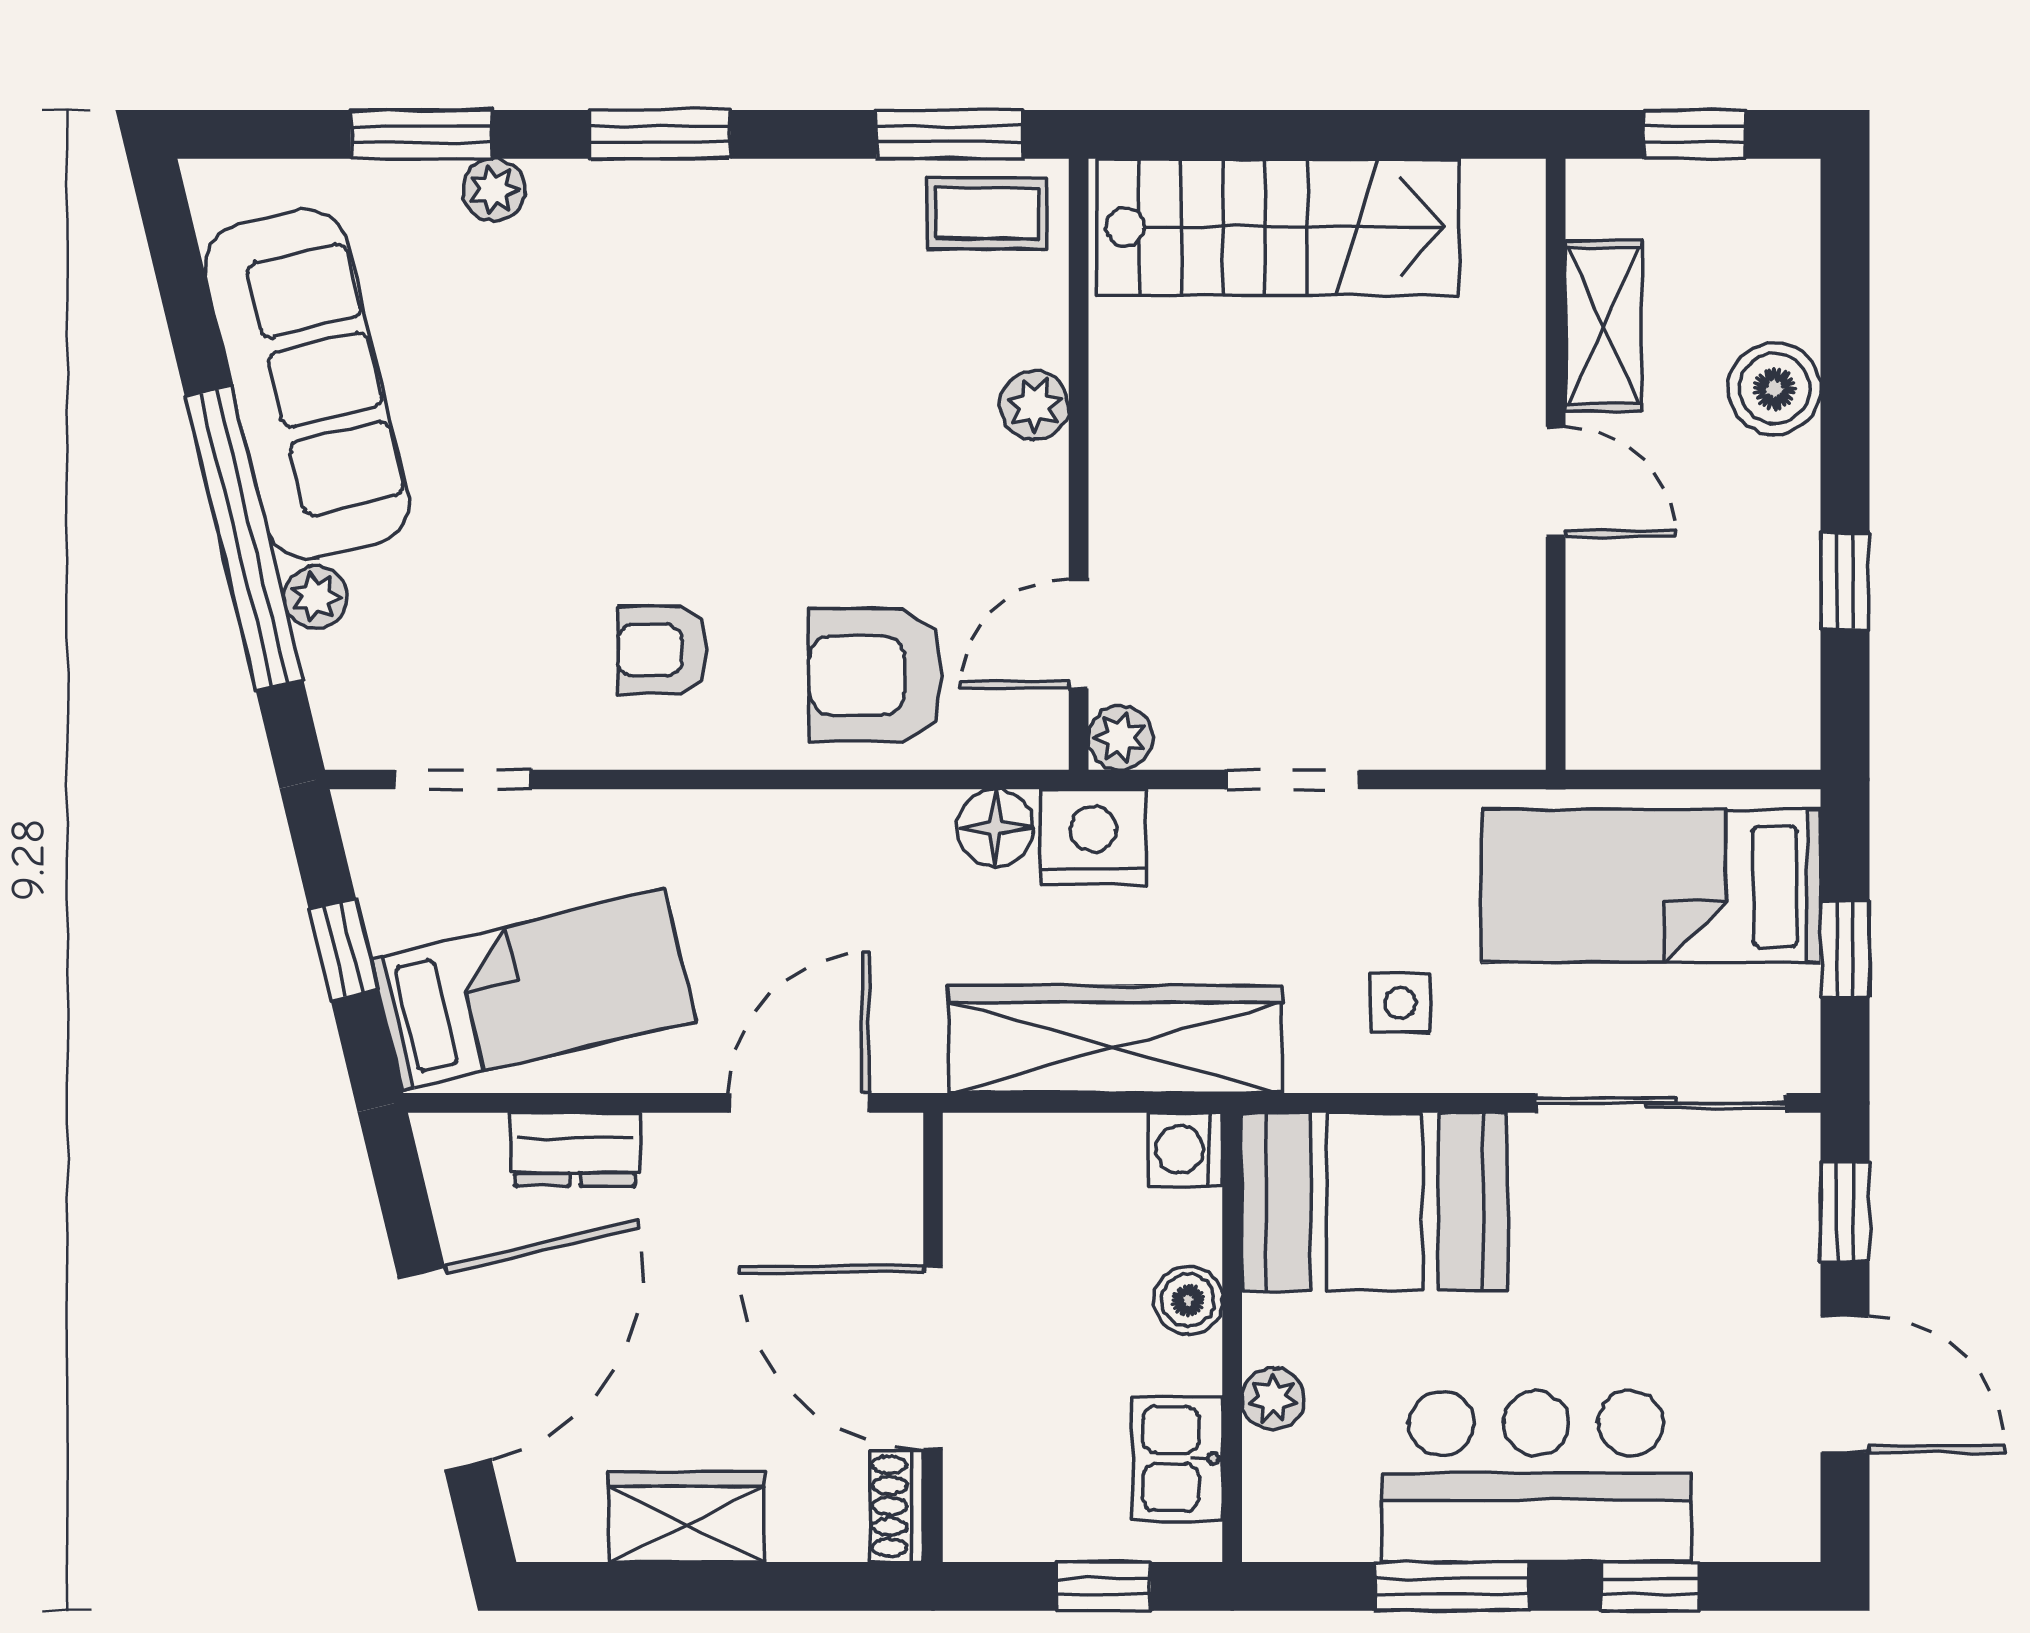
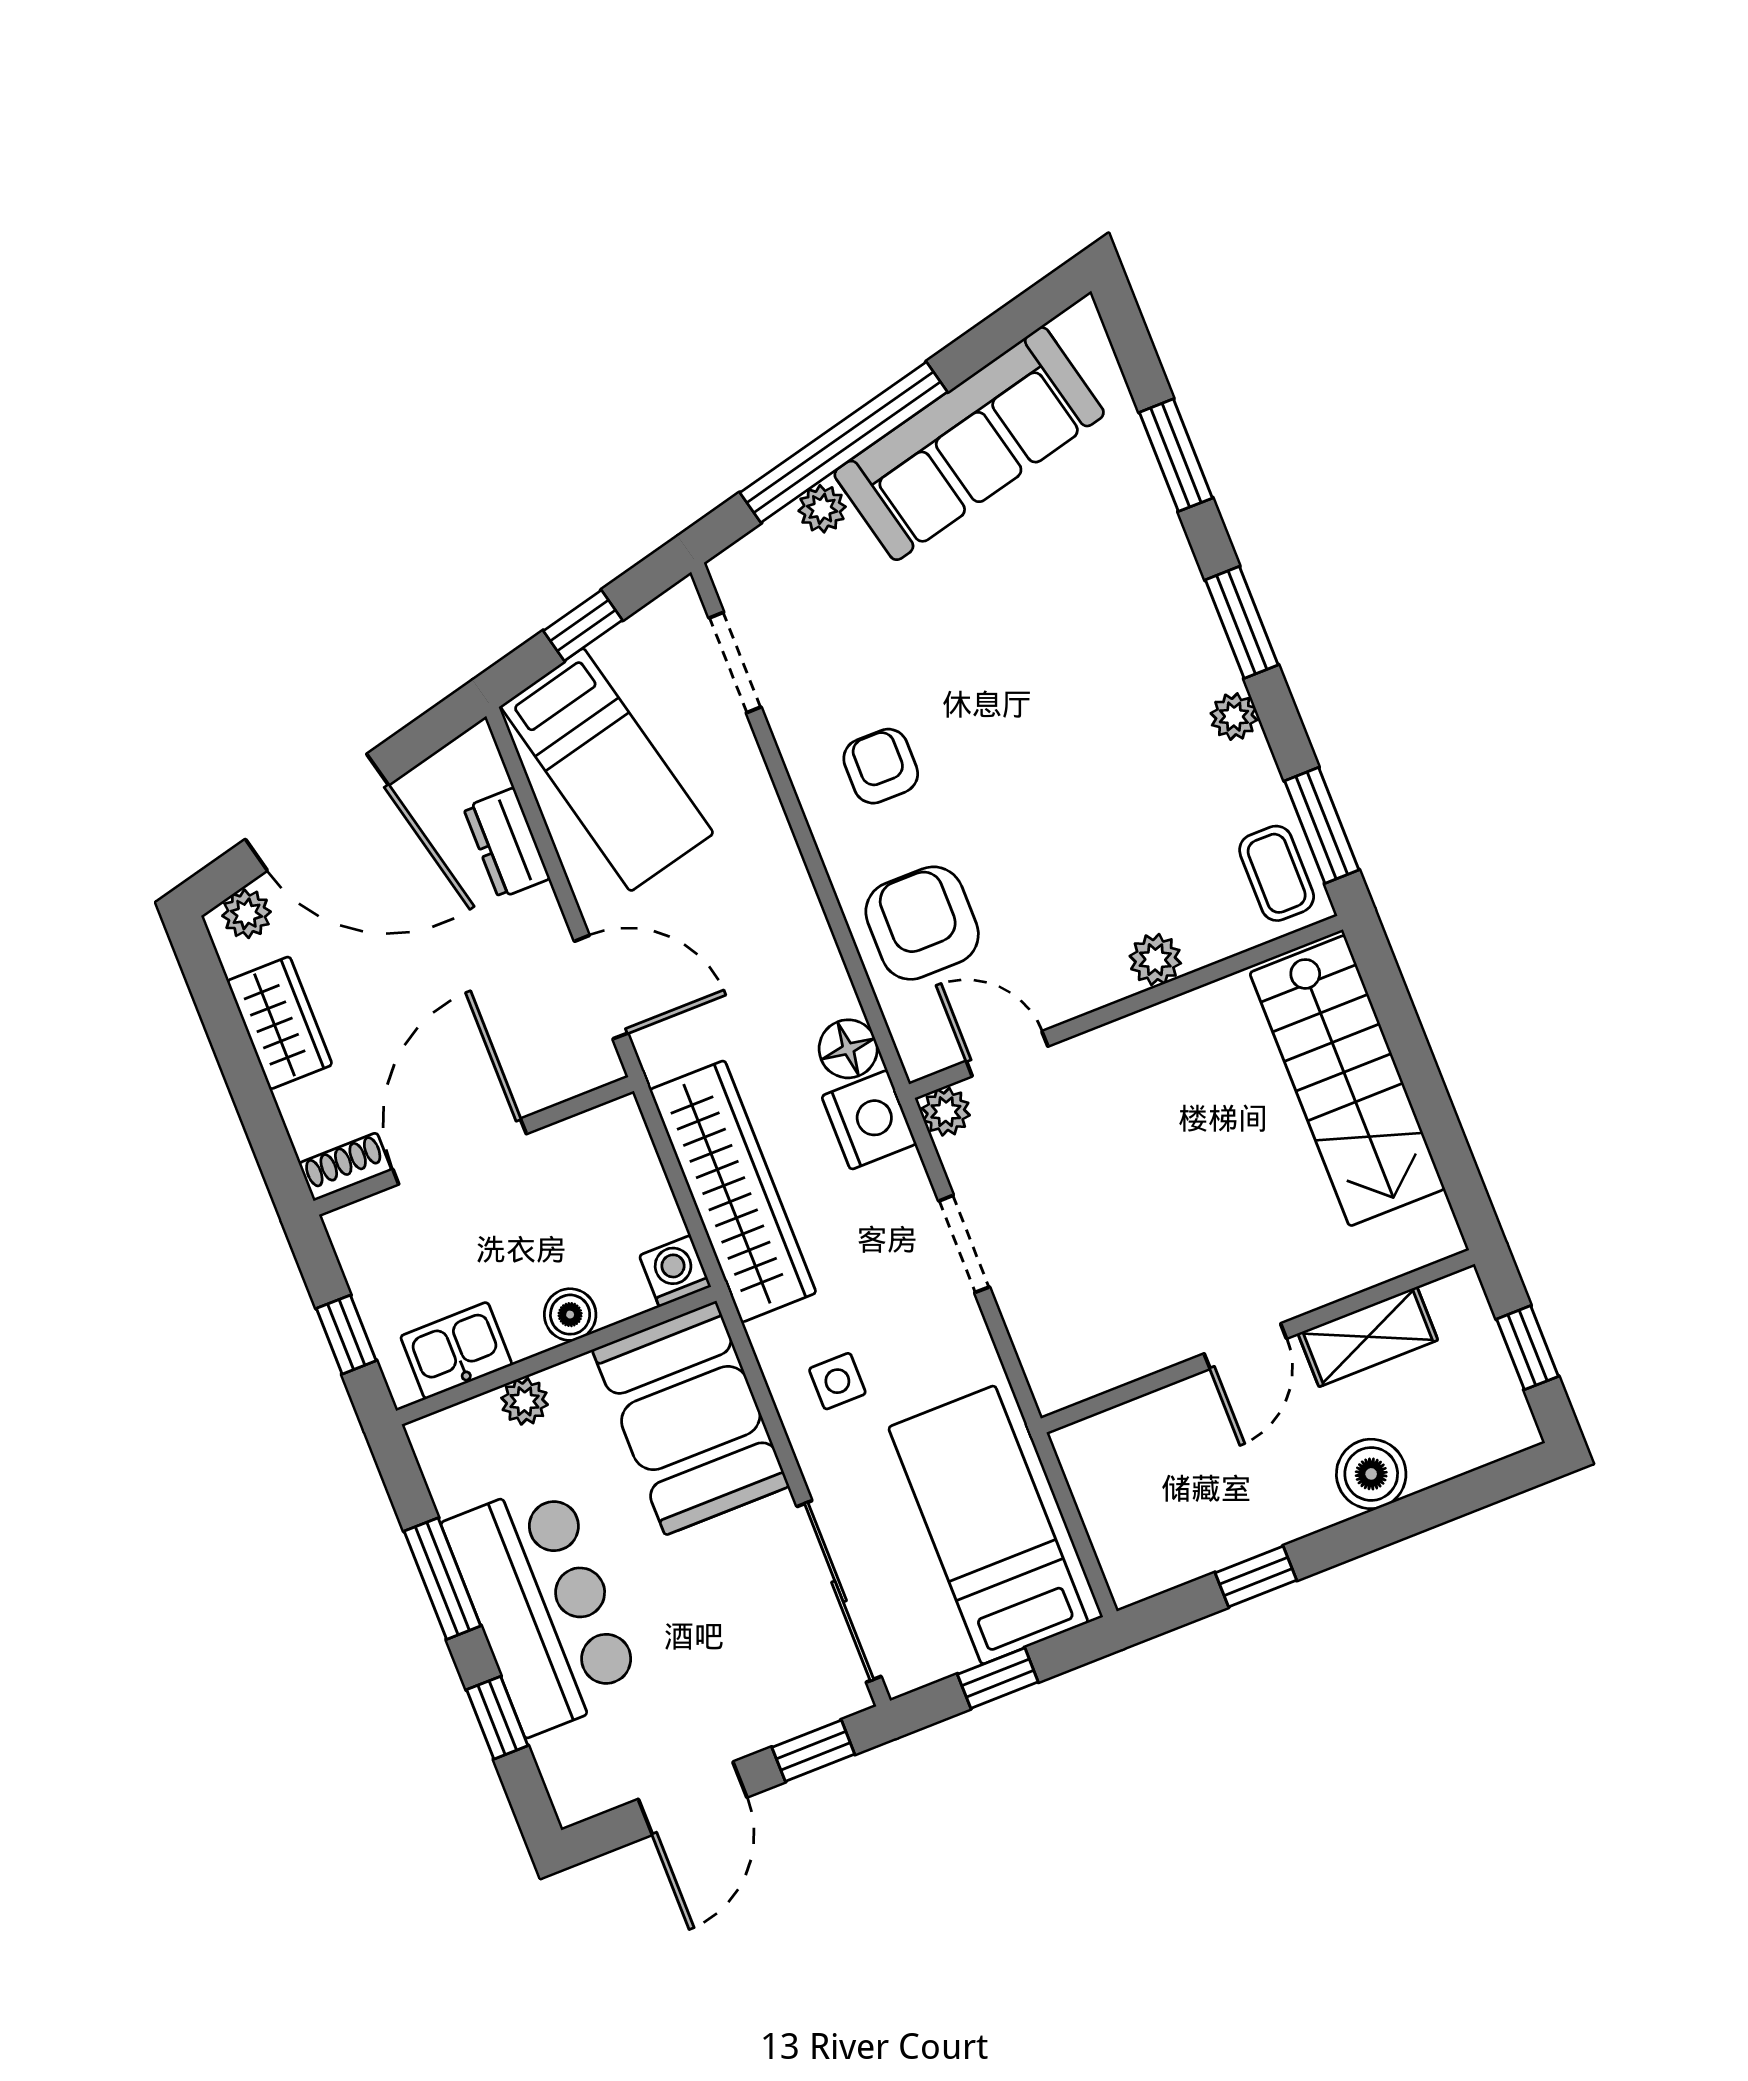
plant: (494, 190) -> (1234, 717), moved
plant: (536, 1505) -> (247, 914), added

